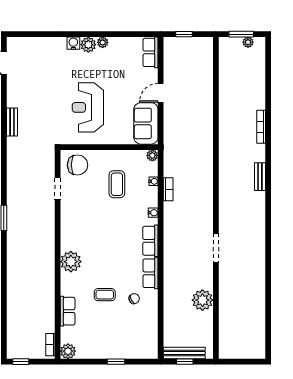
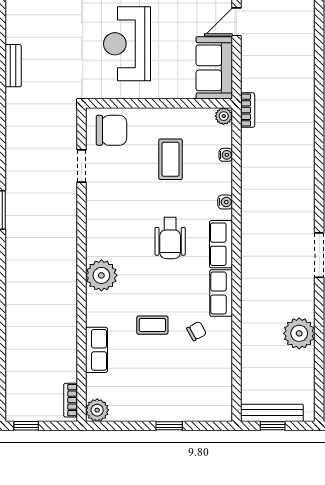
bookcase: (168, 189) -> (248, 110), moved
wheelchair: (117, 237) -> (170, 238), added

